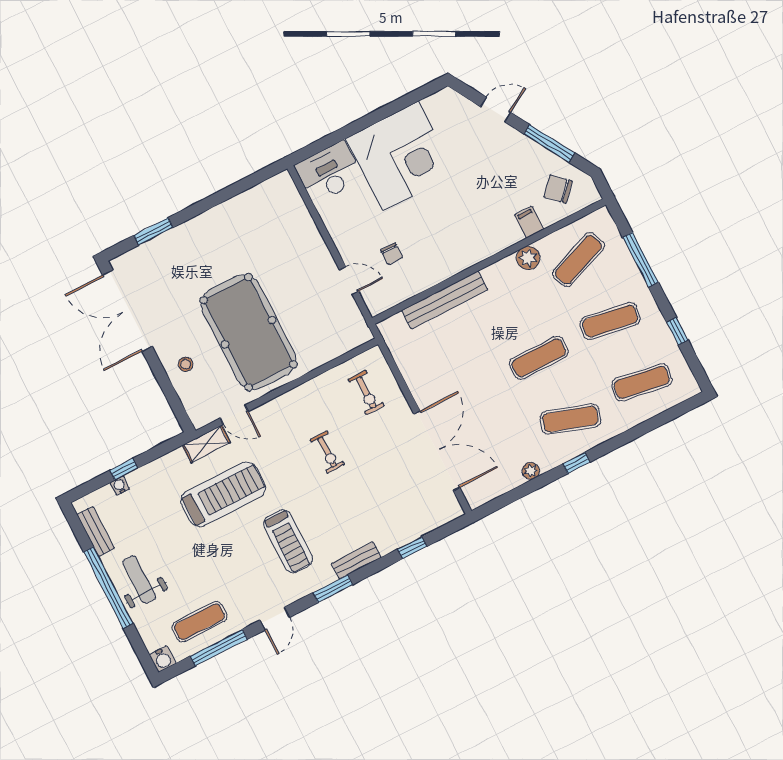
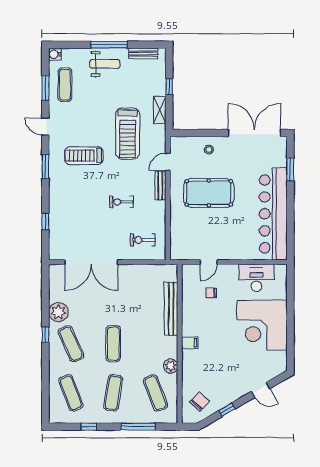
door: (496, 110) -> (261, 390), hinge flipped
window: (549, 144) -> (227, 410), width x0.46
desk: (329, 172) -> (256, 278), moved, turned -90
filing cabinet: (529, 222) -> (190, 343), moved
bar counter: (231, 223) -> (273, 214), added
pool table: (248, 332) -> (209, 193), width x0.73, depth x0.76
exercise mat: (642, 382) -> (71, 393), turned -30
exercise mat: (570, 419) -> (71, 344), turned -42
shelving: (206, 444) -> (160, 110), moved
plant: (531, 471) -> (58, 312), width x1.88, depth x1.88
water cooler: (120, 486) -> (161, 80), removed
bench: (356, 560) -> (160, 186), moved
window: (108, 588) -> (109, 45), width x0.68
window: (219, 648) -> (45, 88), width x0.69

